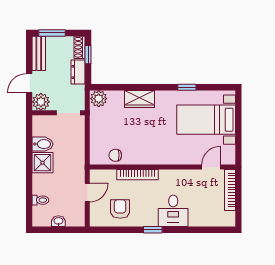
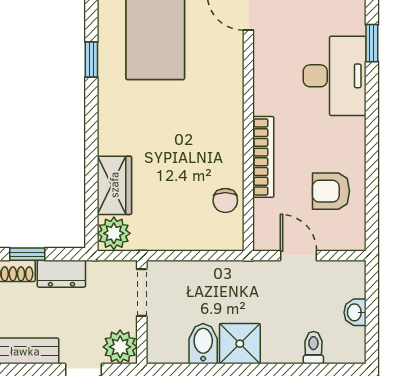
wardrobe: (139, 99) -> (114, 185), moved
desk: (173, 211) -> (335, 76), width x1.37
window: (153, 230) -> (372, 43), moved

